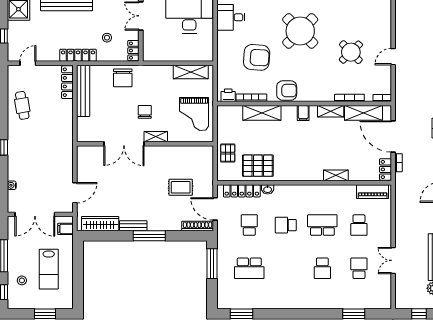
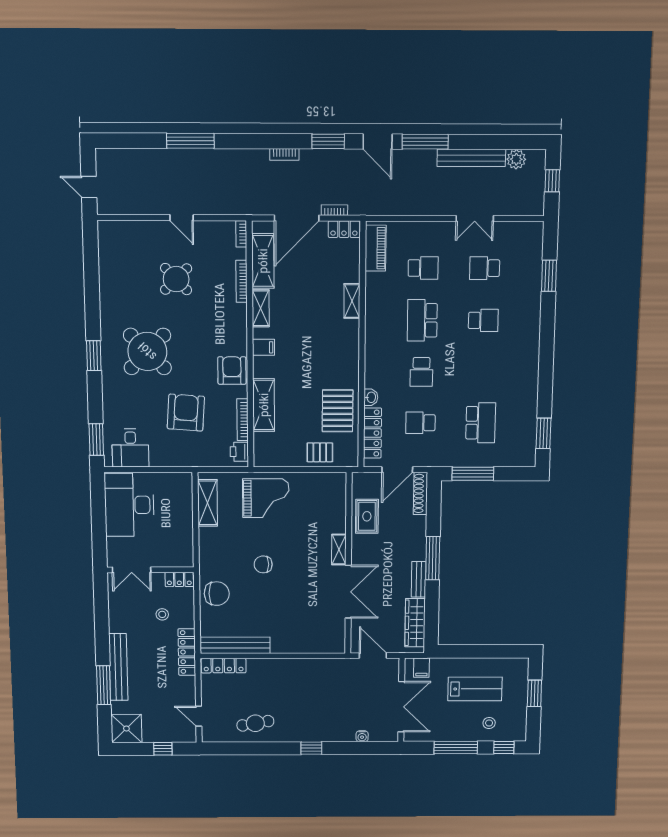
shelving: (156, 137) -> (339, 550), moved
double door: (124, 144) -> (348, 592), moved
wall: (145, 144) -> (348, 564), moved

